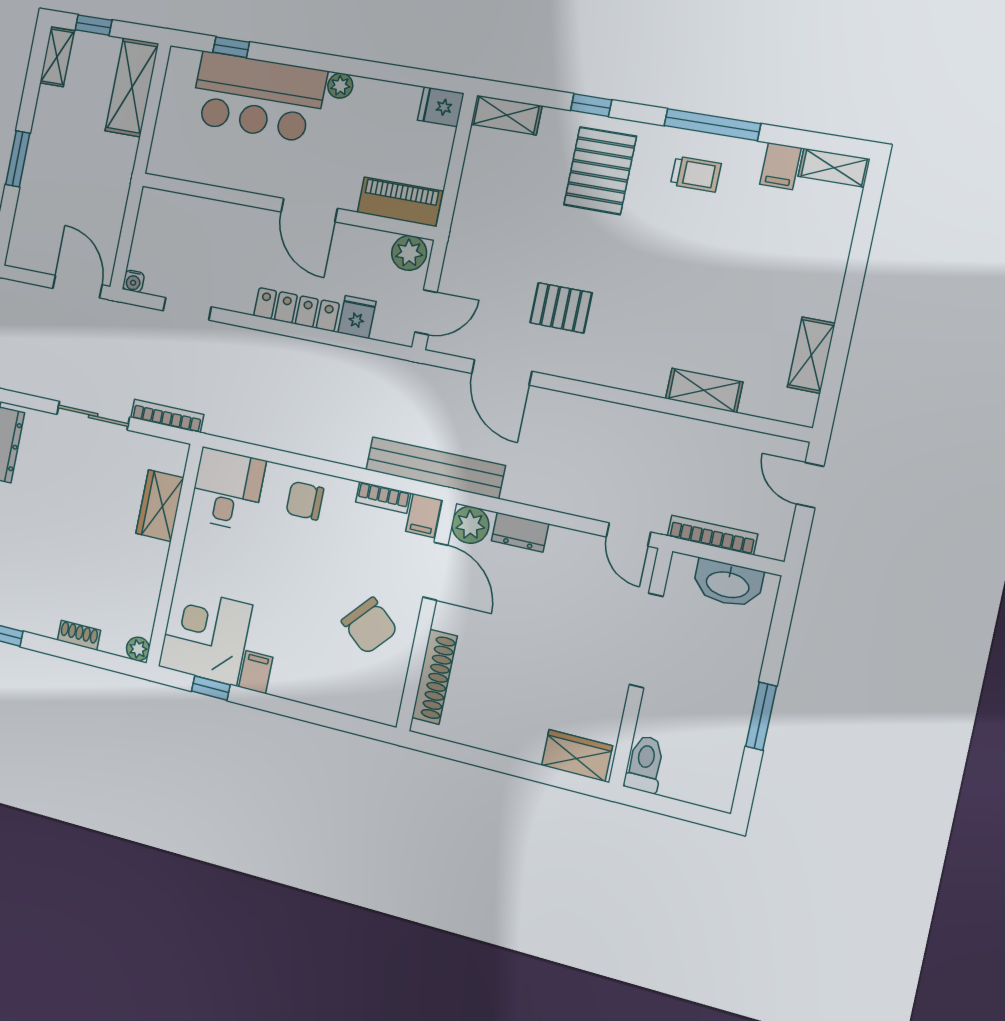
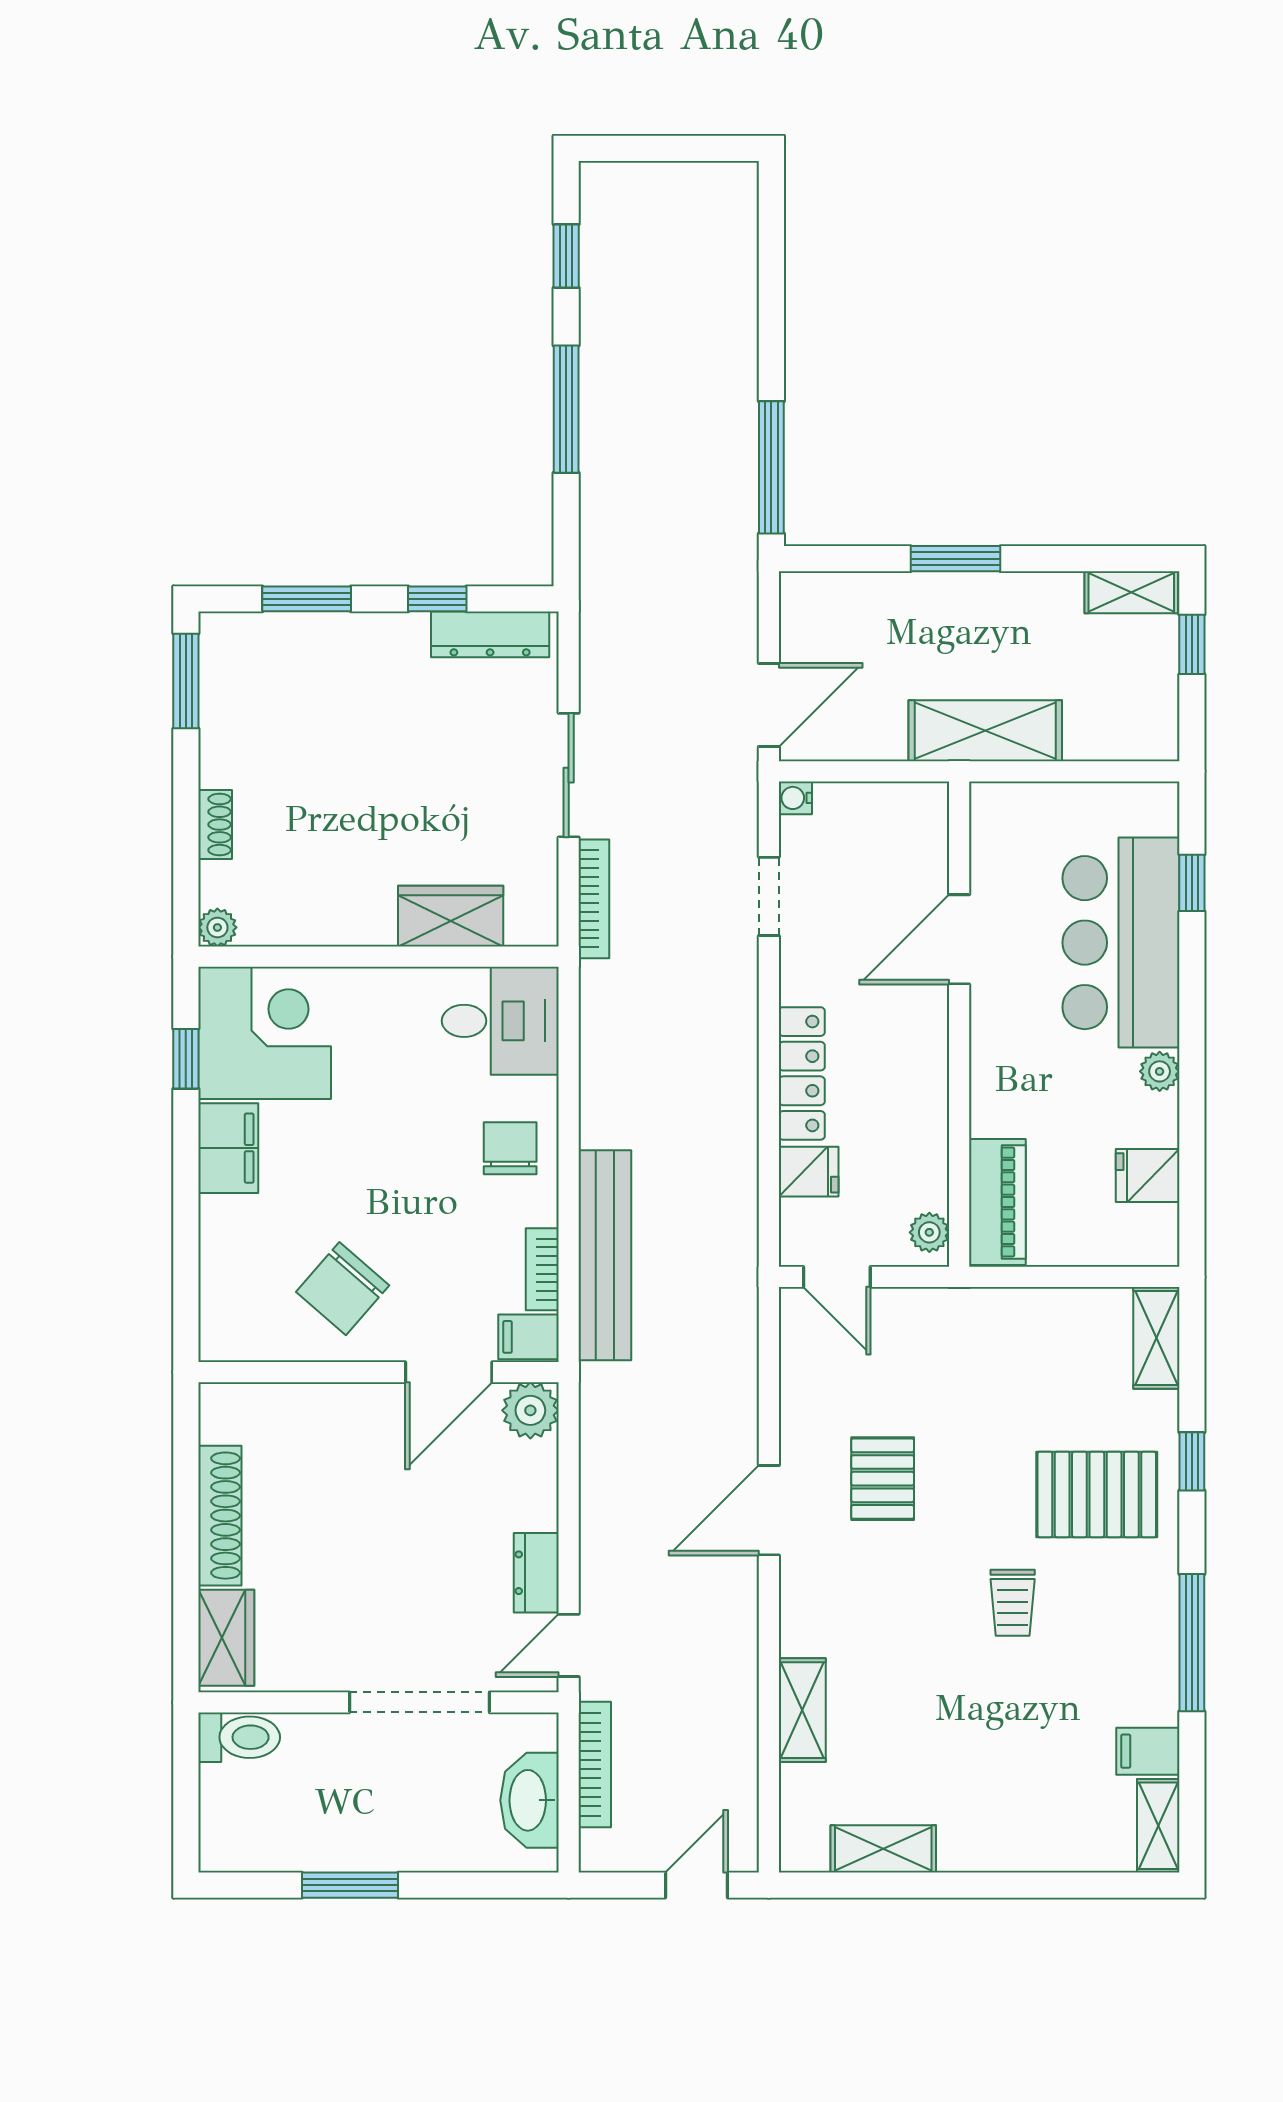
shelving: (132, 87) -> (985, 731), moved
fridge: (441, 107) -> (1148, 1176), moved, turned -90
trolley: (696, 174) -> (1013, 1603), moved
door: (309, 210) -> (959, 939), moved
plant: (409, 253) -> (929, 1232), width x0.73, depth x0.73
door: (502, 372) -> (769, 1510), moved
bench: (435, 468) -> (605, 1255), moved
dresser: (520, 532) -> (536, 1573), moved
filing cabinet: (256, 672) -> (228, 1148), width x2.00
shoe rack: (434, 677) -> (220, 1516), moved, turned -90

